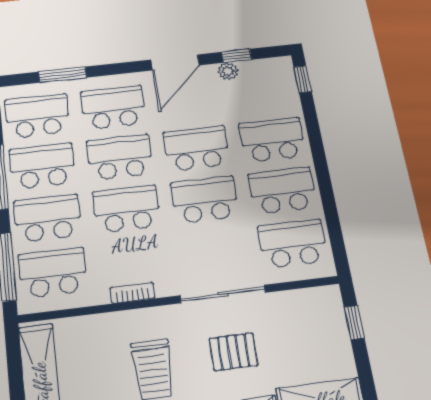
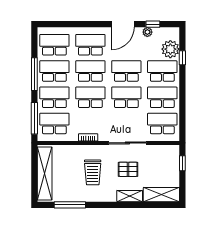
window: (63, 75) -> (68, 24), removed
window: (303, 79) -> (182, 58), moved
plant: (281, 97) -> (170, 49), added

